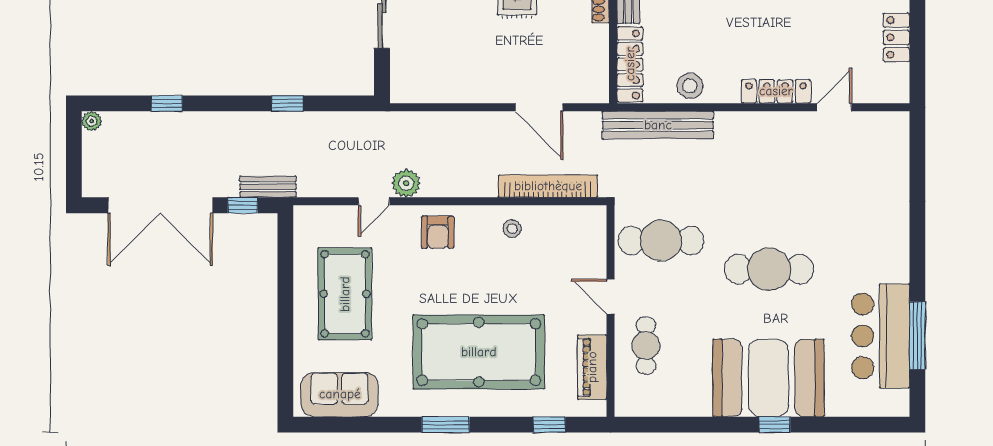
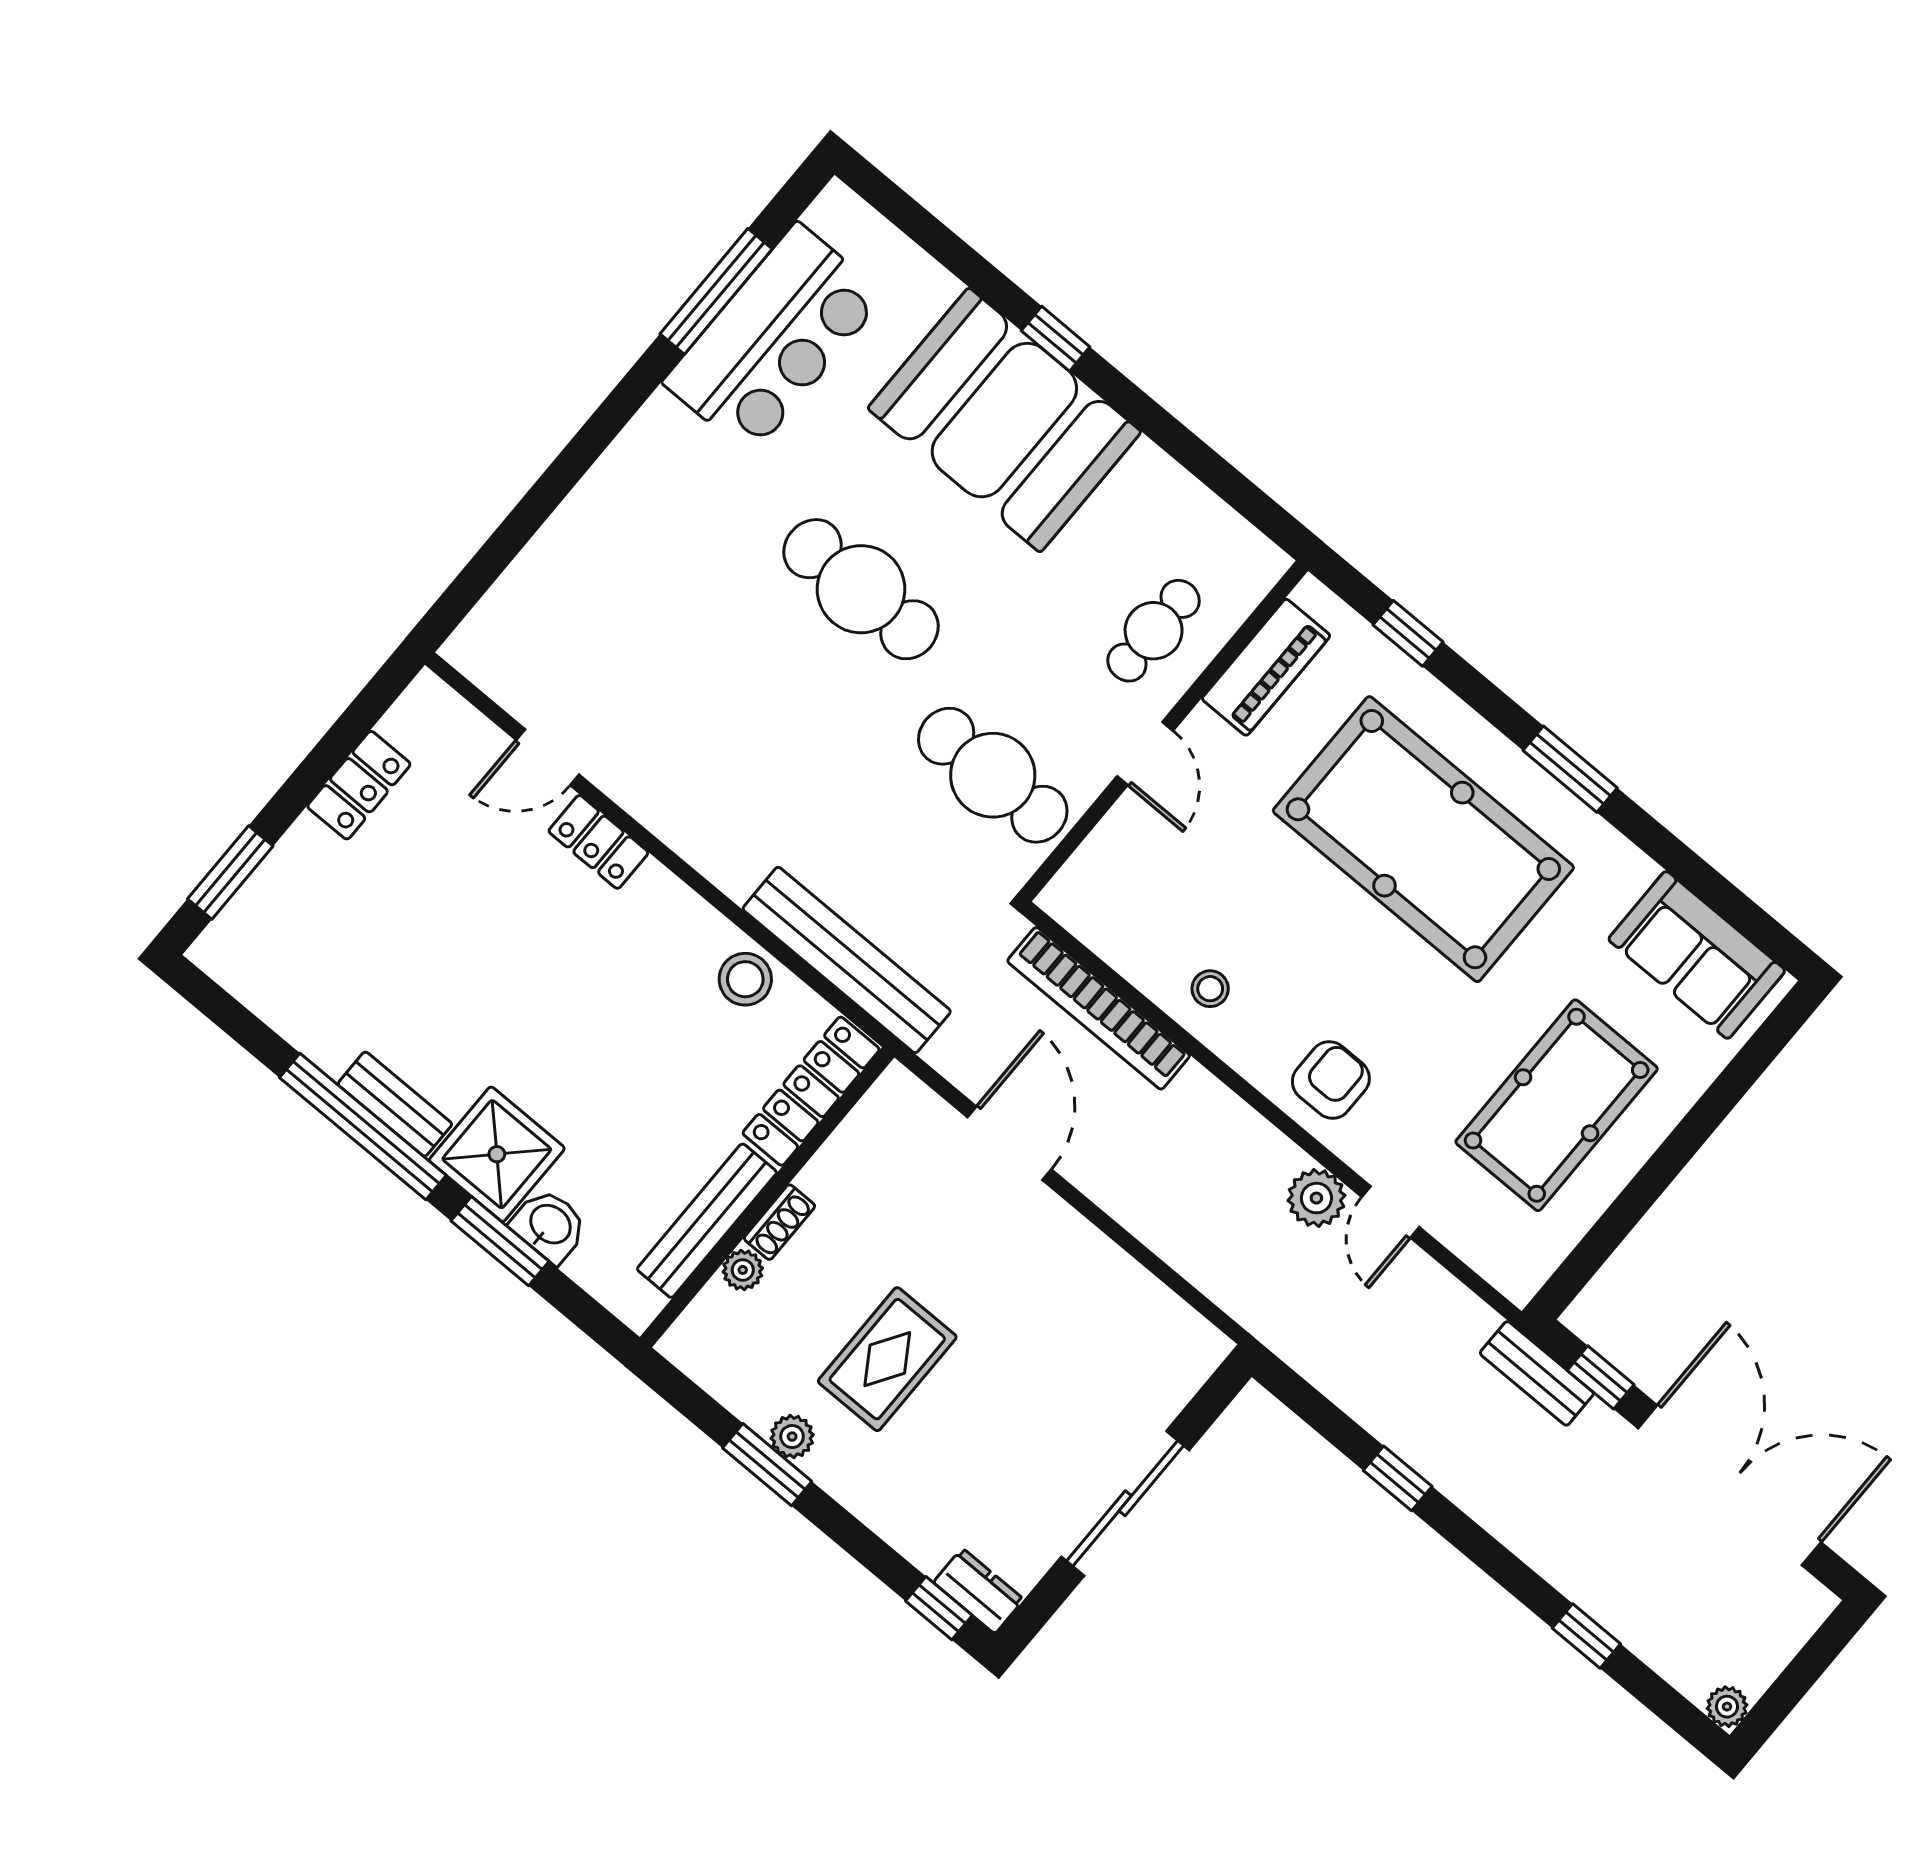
locker: (776, 91) -> (598, 842), width x0.66
door: (374, 201) -> (1390, 1212), swing flipped

